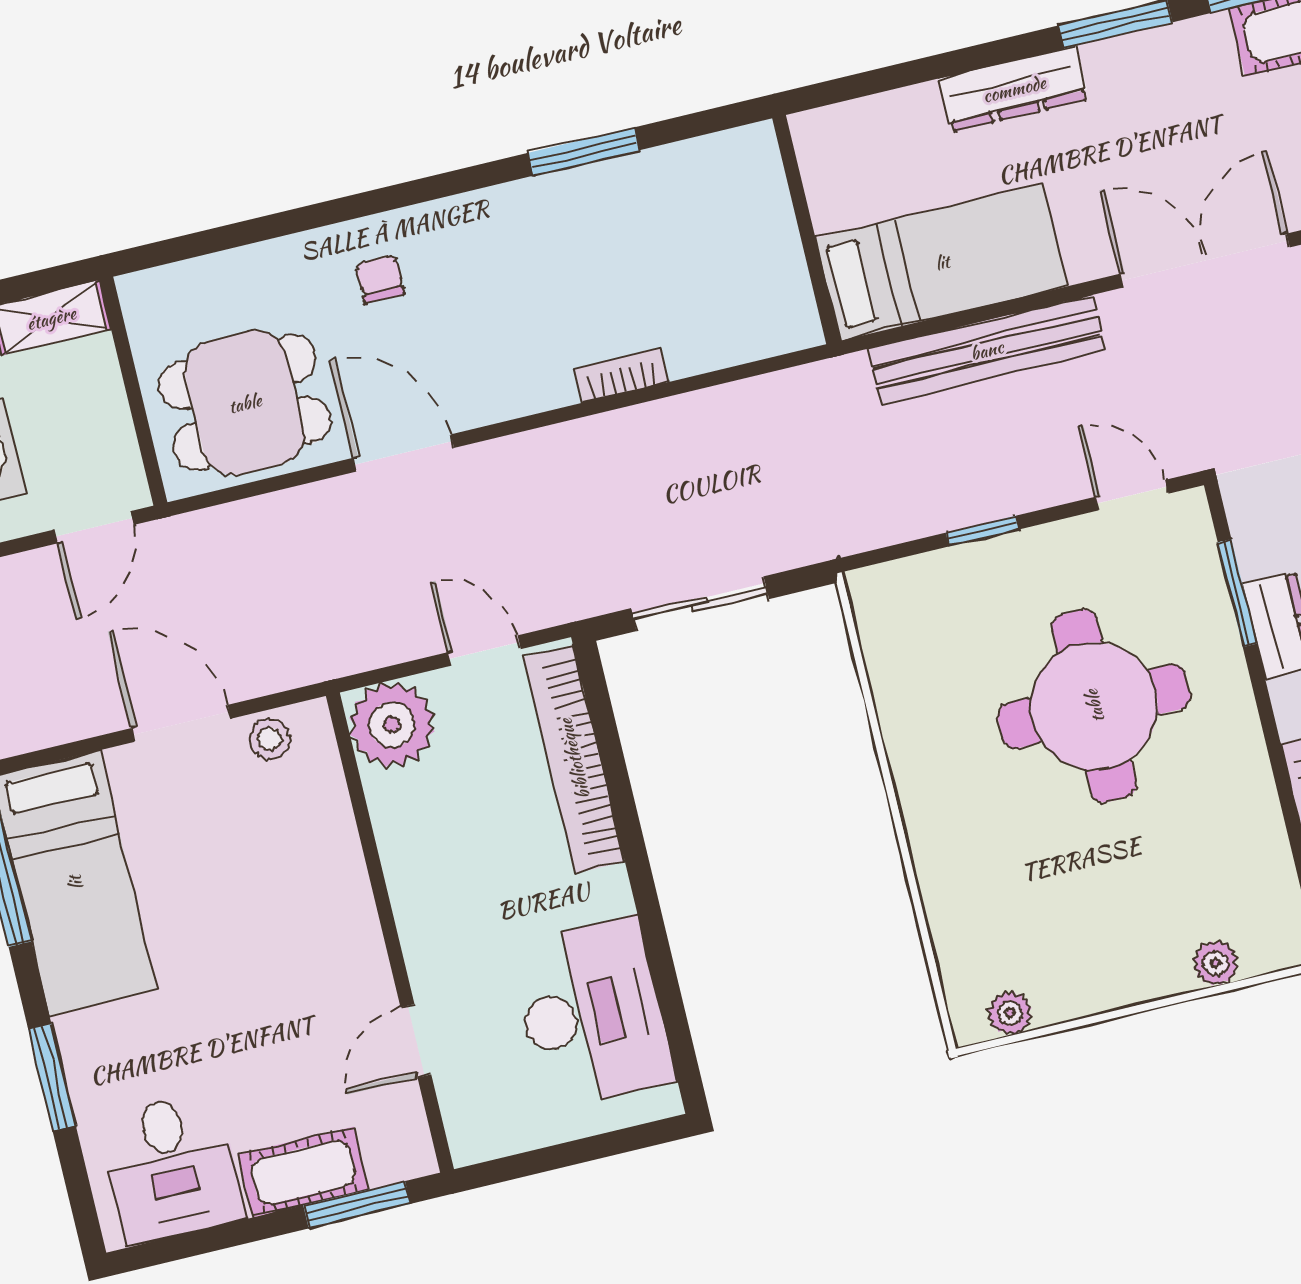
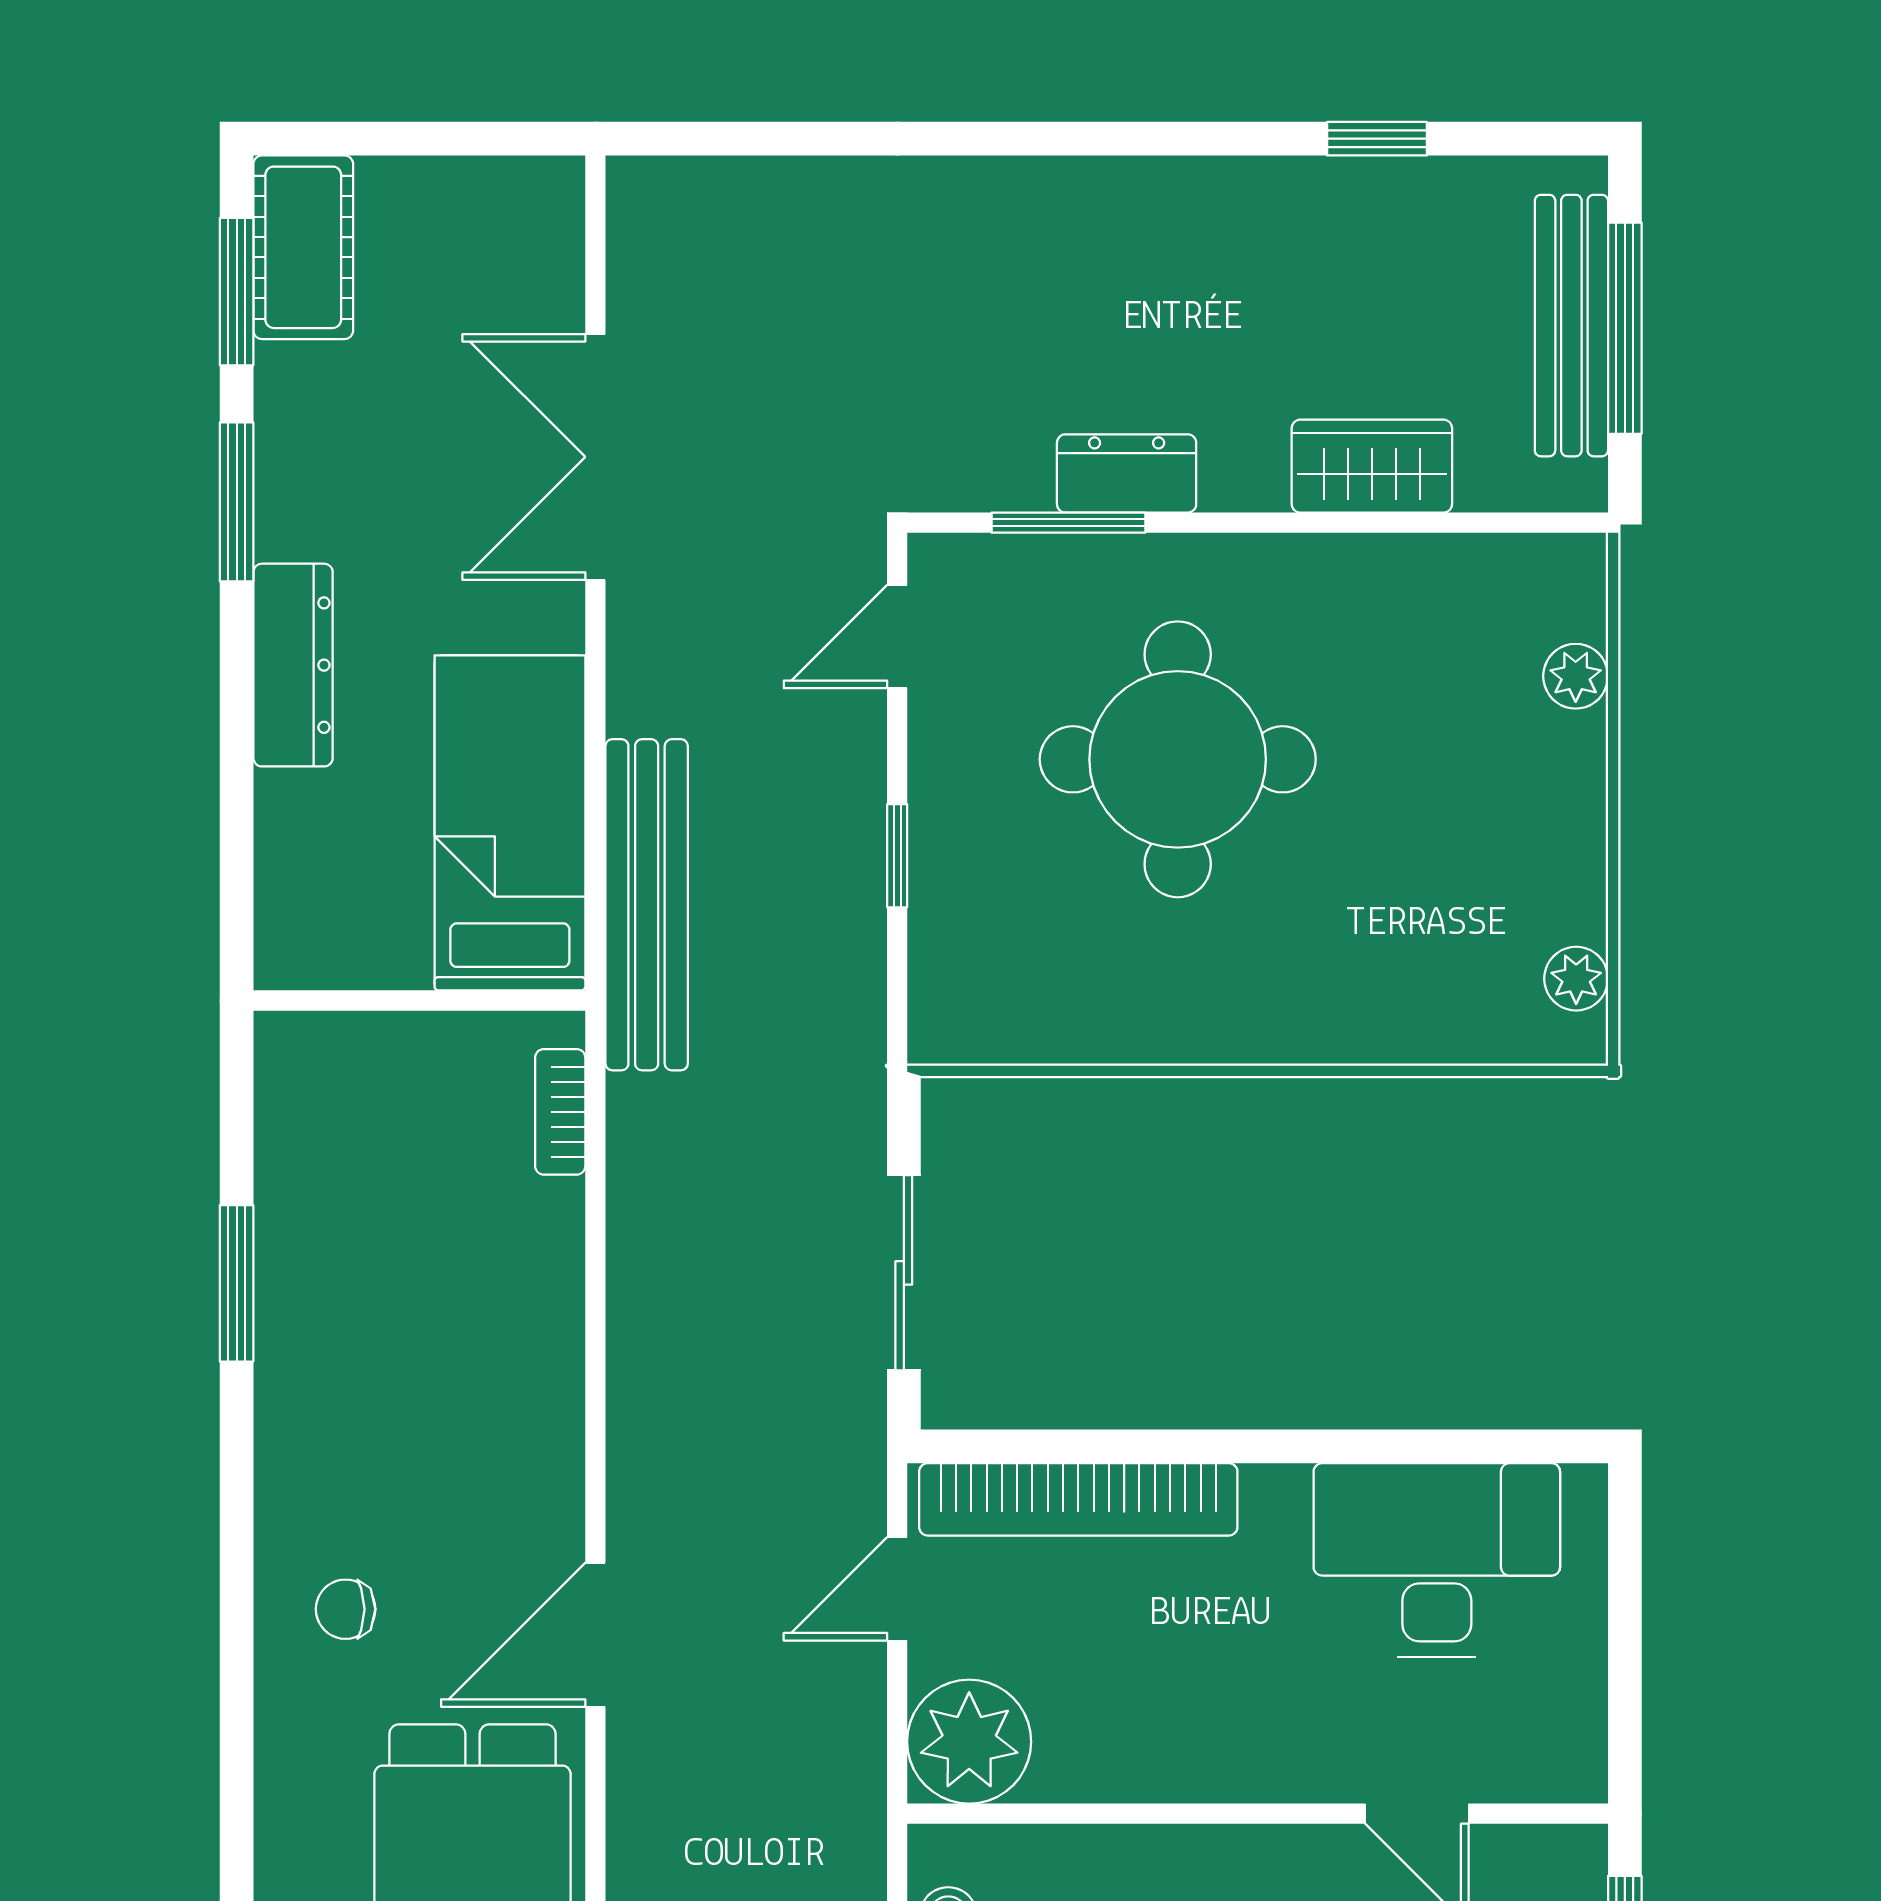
bench: (987, 350) -> (647, 905), moved
bookcase: (622, 375) -> (560, 1112), moved

